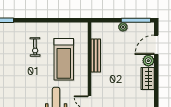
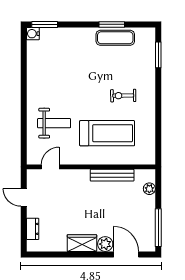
plant: (123, 27) -> (149, 189), moved
treadmill: (64, 59) -> (107, 133), turned 180

